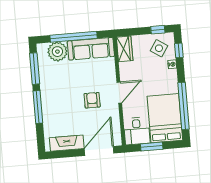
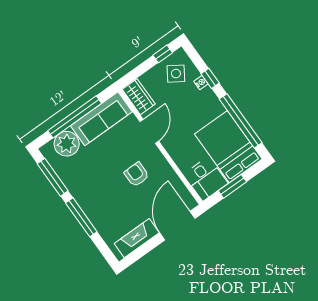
window: (179, 50) -> (210, 78), moved
door: (119, 93) -> (149, 131), moved

